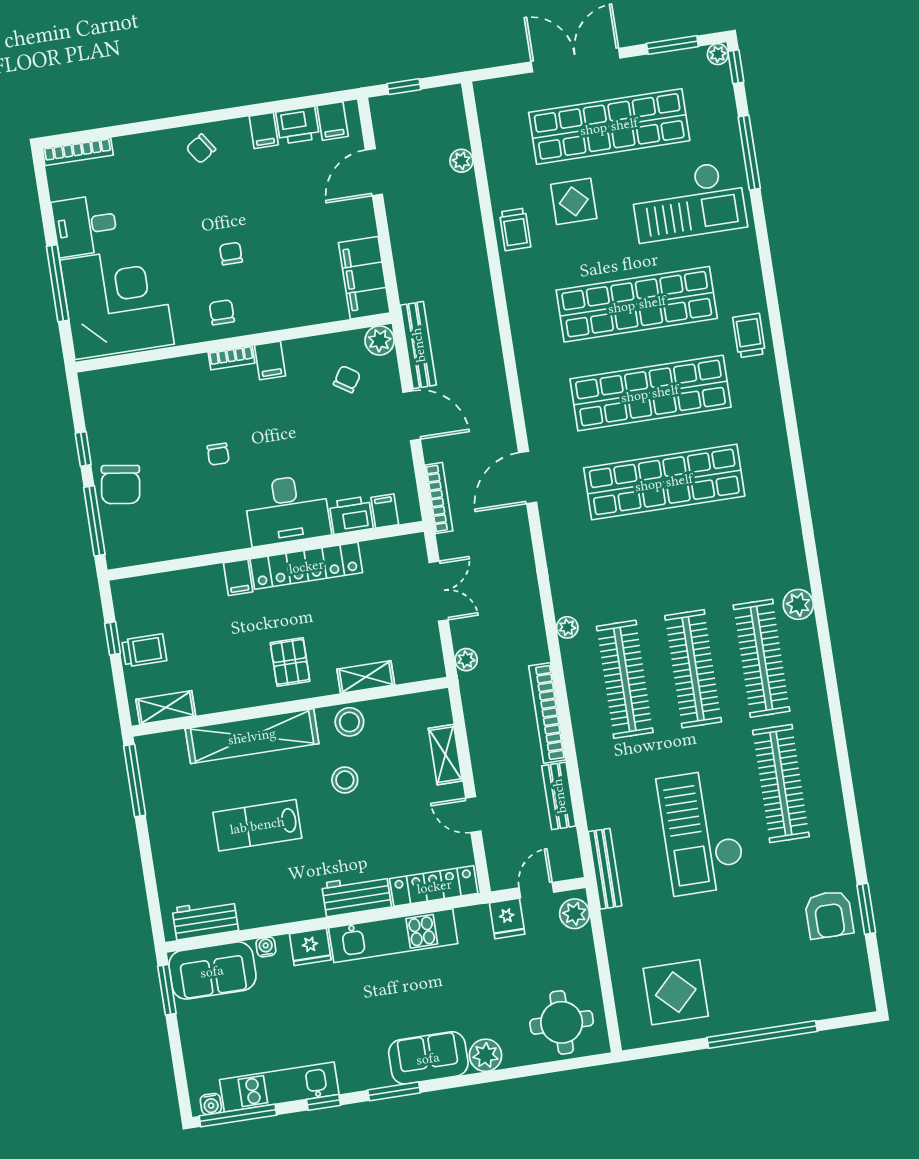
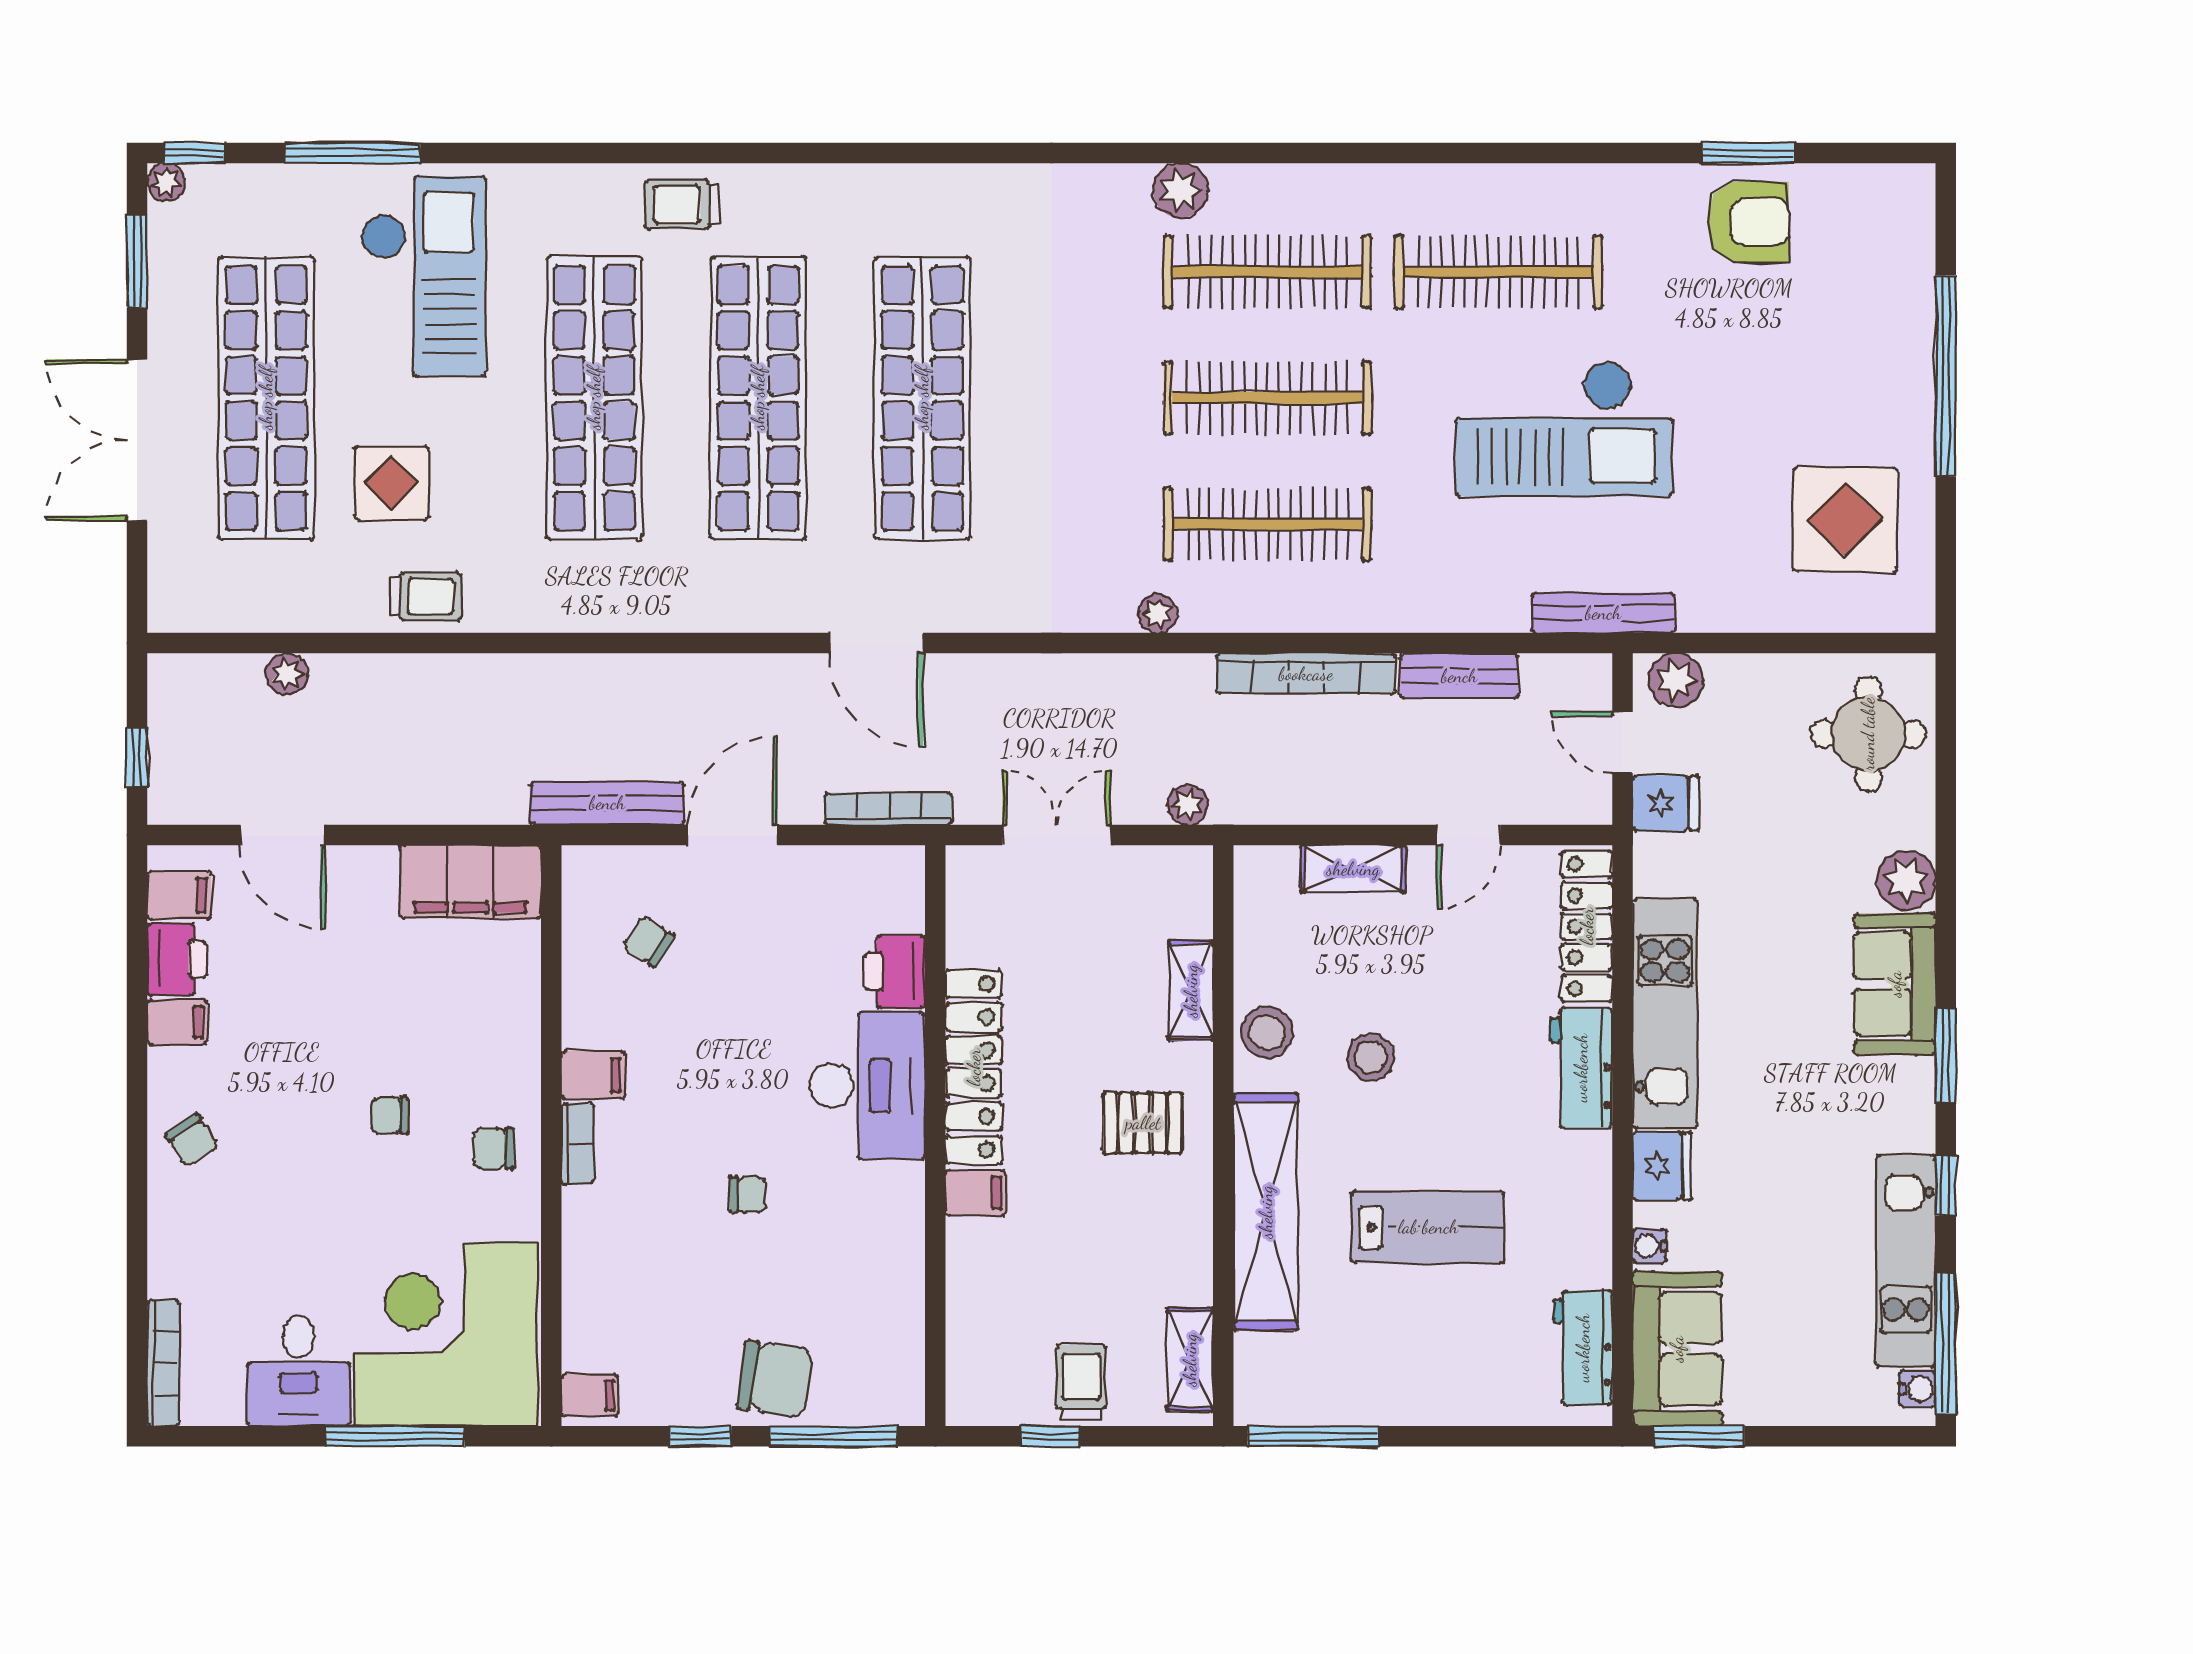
plant: (380, 340) -> (588, 872), removed
filing cabinet: (385, 511) -> (590, 1395), moved, turned 180
lab bench: (257, 825) -> (1428, 1227), turned -90

